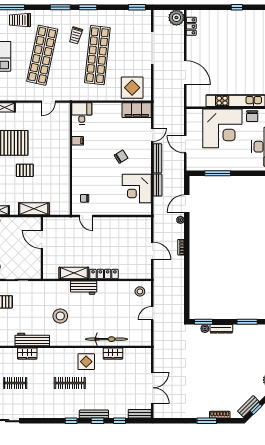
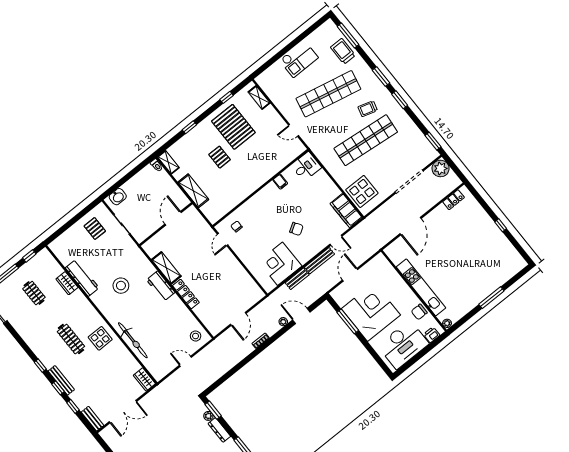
plant: (176, 18) -> (441, 168), moved
corner desk: (222, 128) -> (371, 312), moved, turned 180
wardrobe: (113, 354) -> (144, 380), moved

